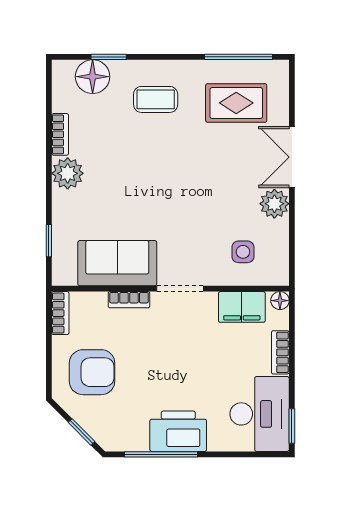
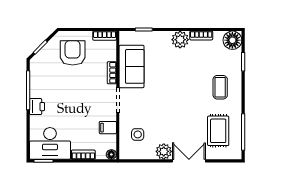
floor lamp: (93, 77) -> (232, 40), moved
filing cabinet: (242, 307) -> (108, 128), width x0.50
armchair: (92, 372) -> (73, 53), turned 180
printer: (178, 431) -> (37, 107), width x0.53, depth x0.68

